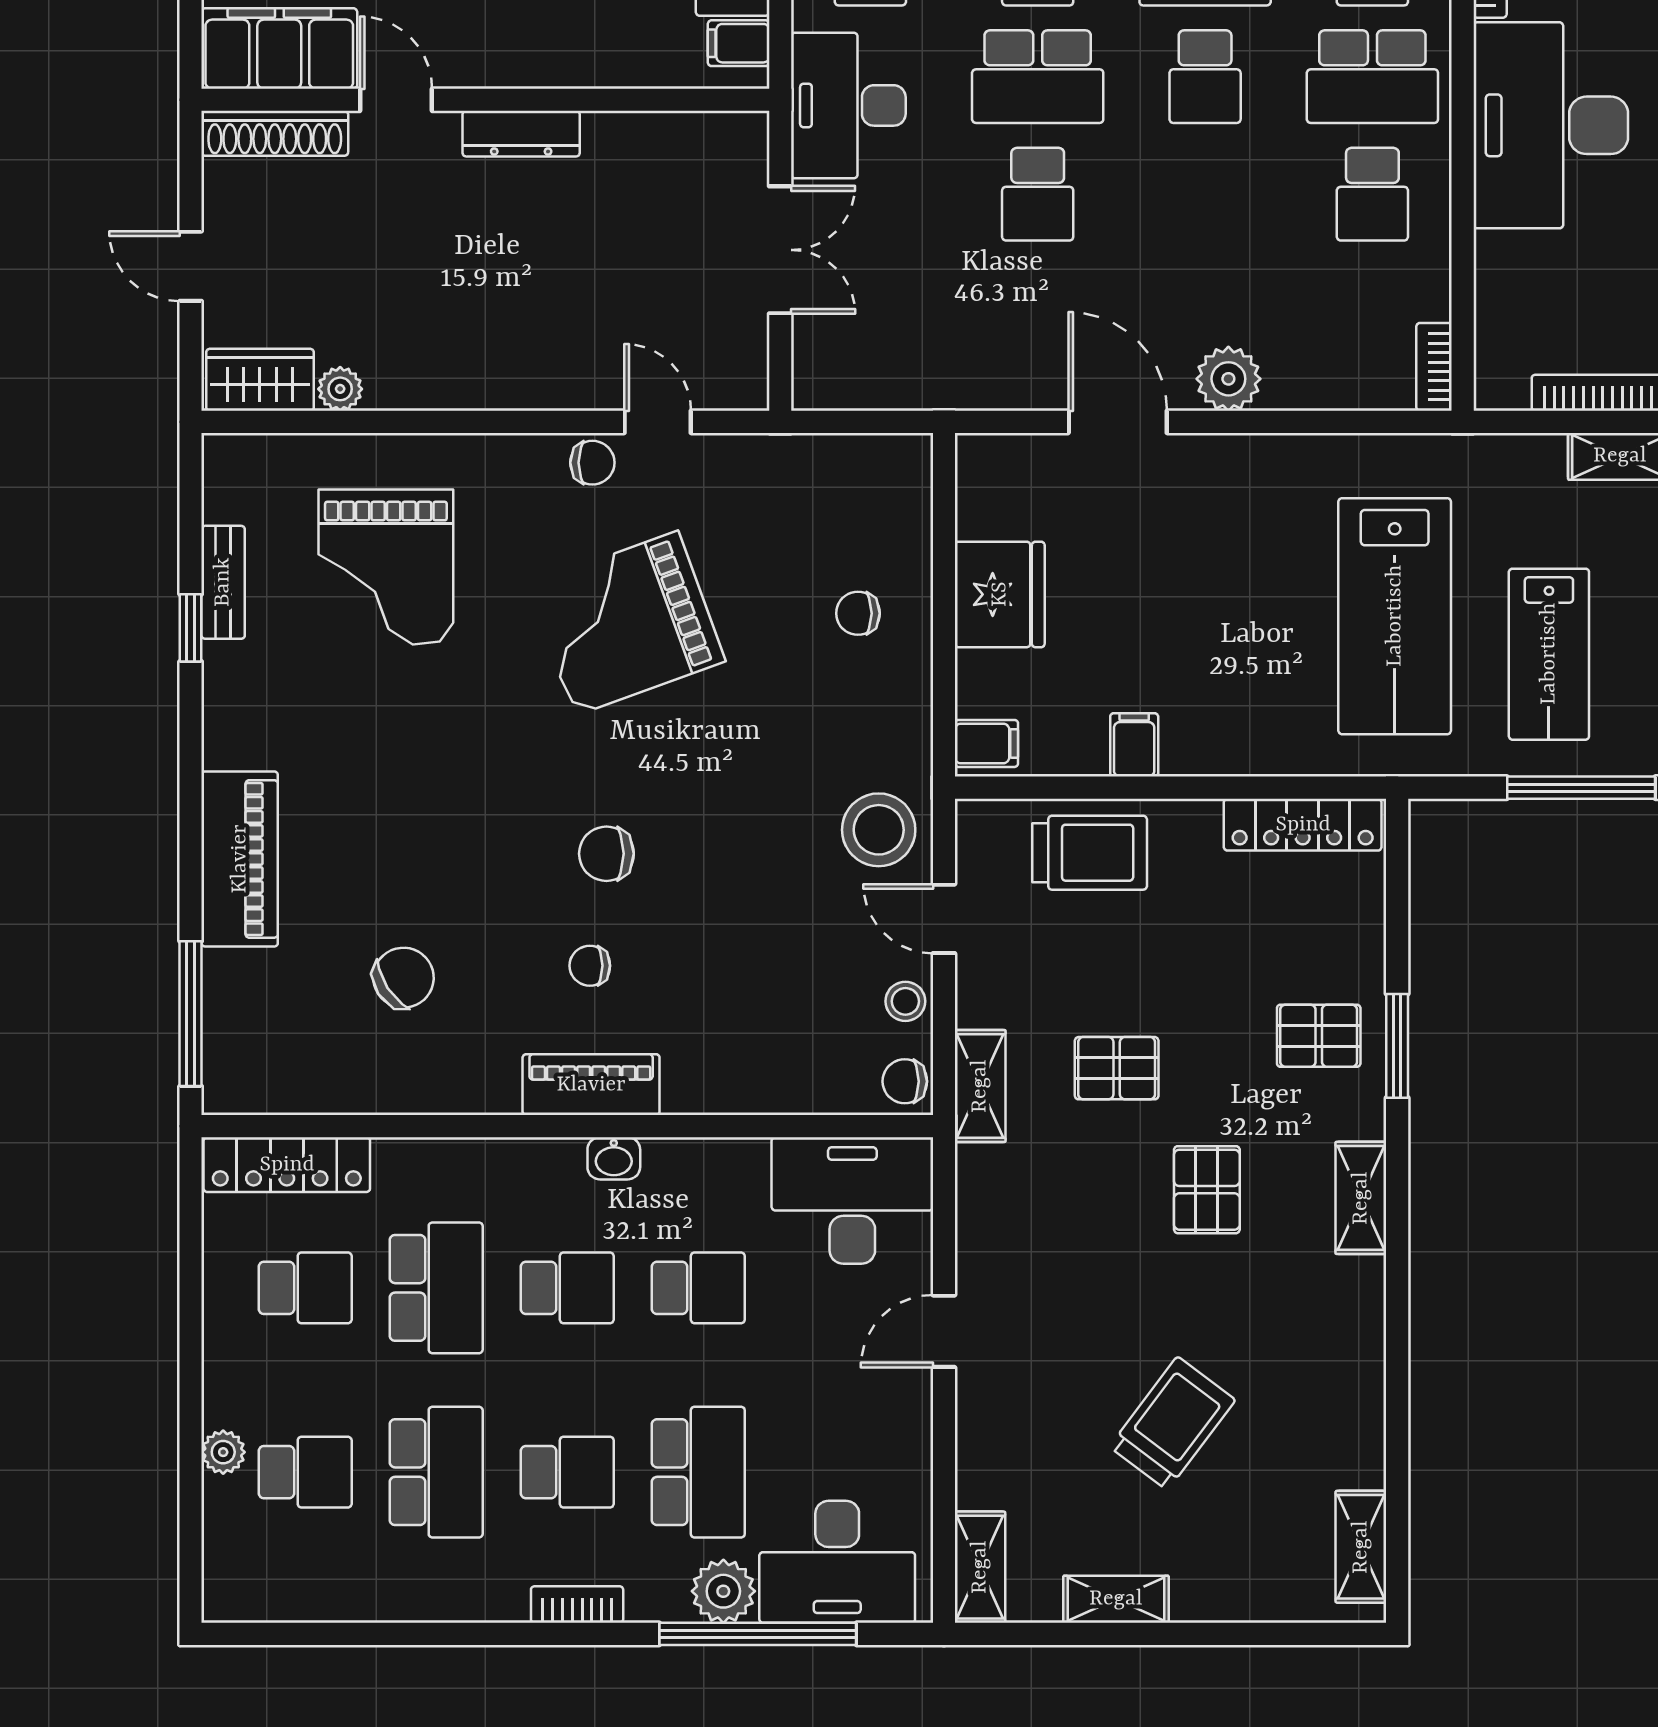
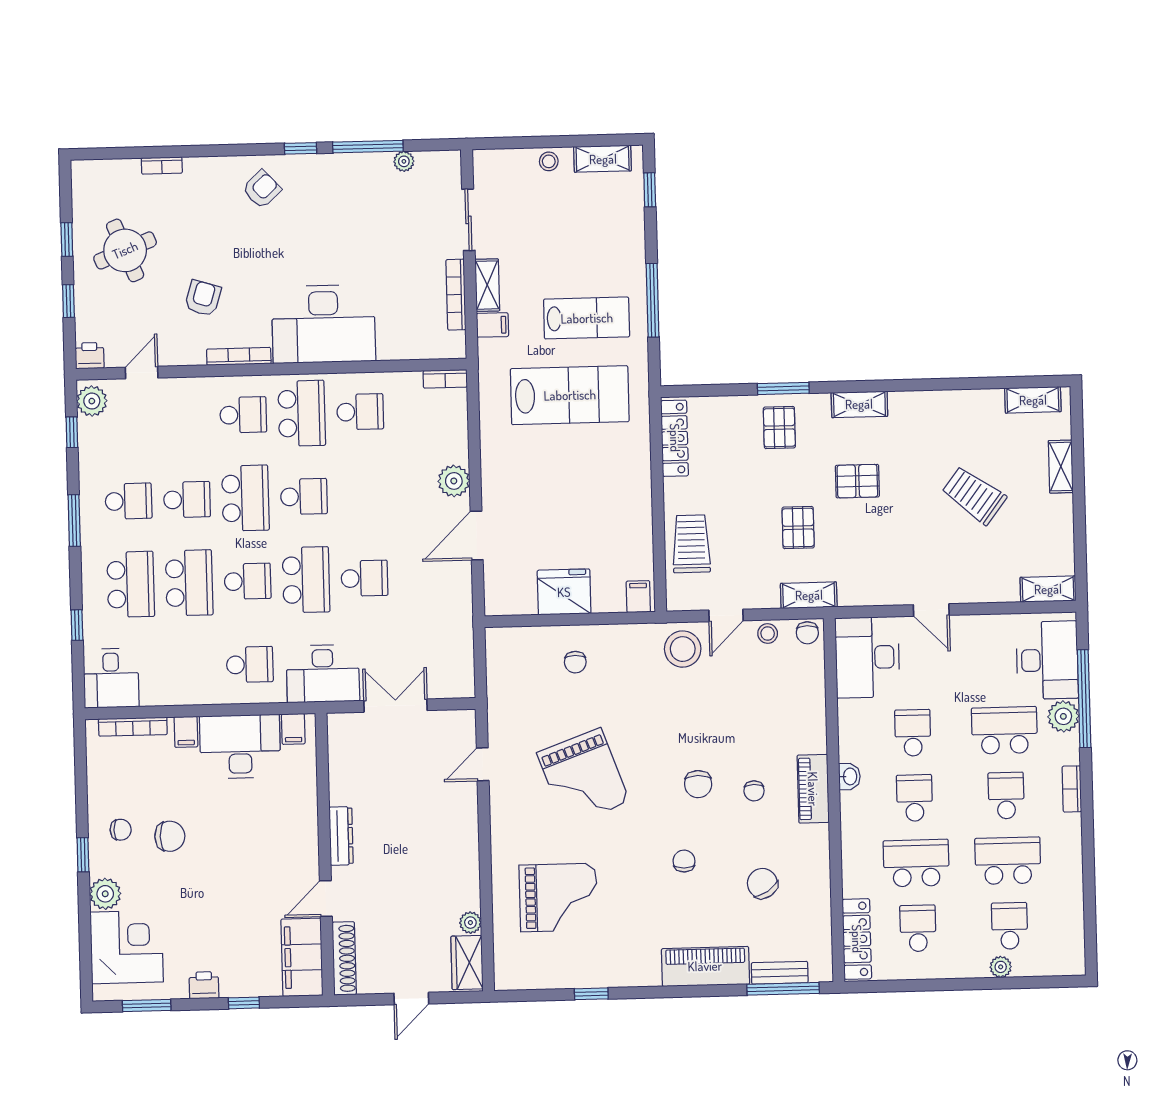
chair: (592, 463) -> (684, 861), moved
bench: (223, 582) -> (780, 973), moved
filing cabinet: (1134, 745) -> (492, 325), moved, turned 180
shelving: (1116, 1599) -> (1061, 467), moved

